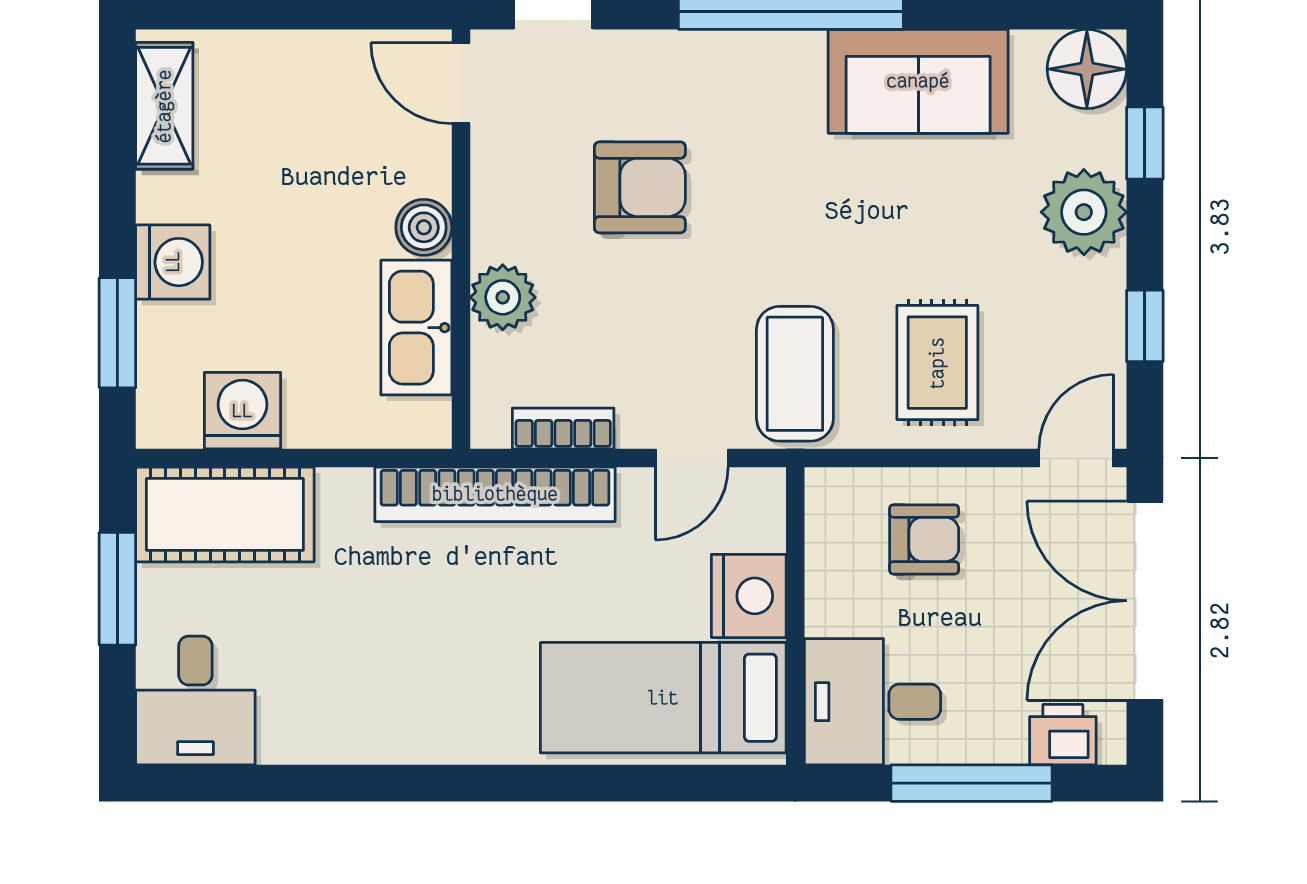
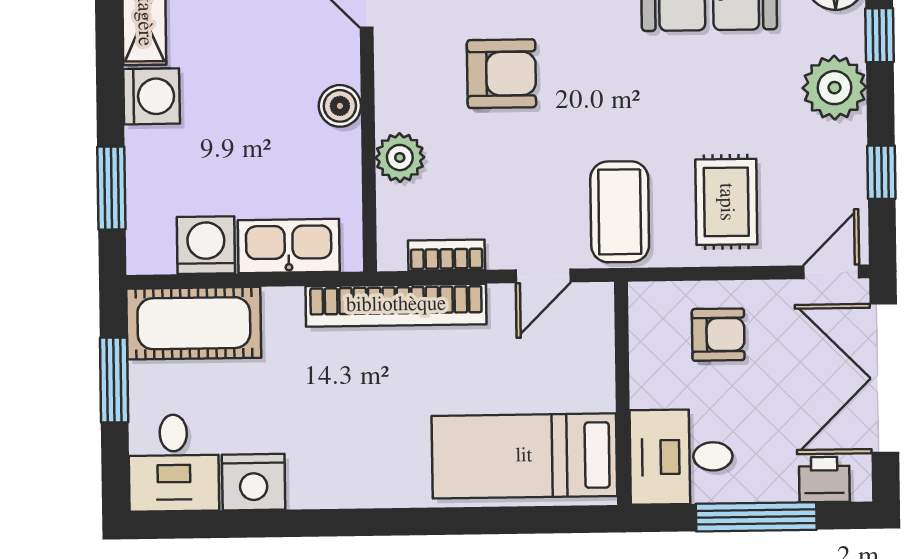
washing machine: (173, 262) -> (152, 96), moved
kitchen sink: (416, 328) -> (289, 246), moved, turned 90
nightstand: (749, 596) -> (254, 482), moved, turned 90

